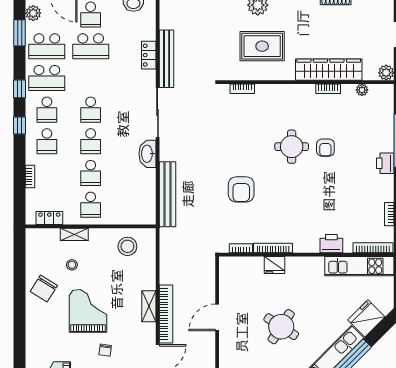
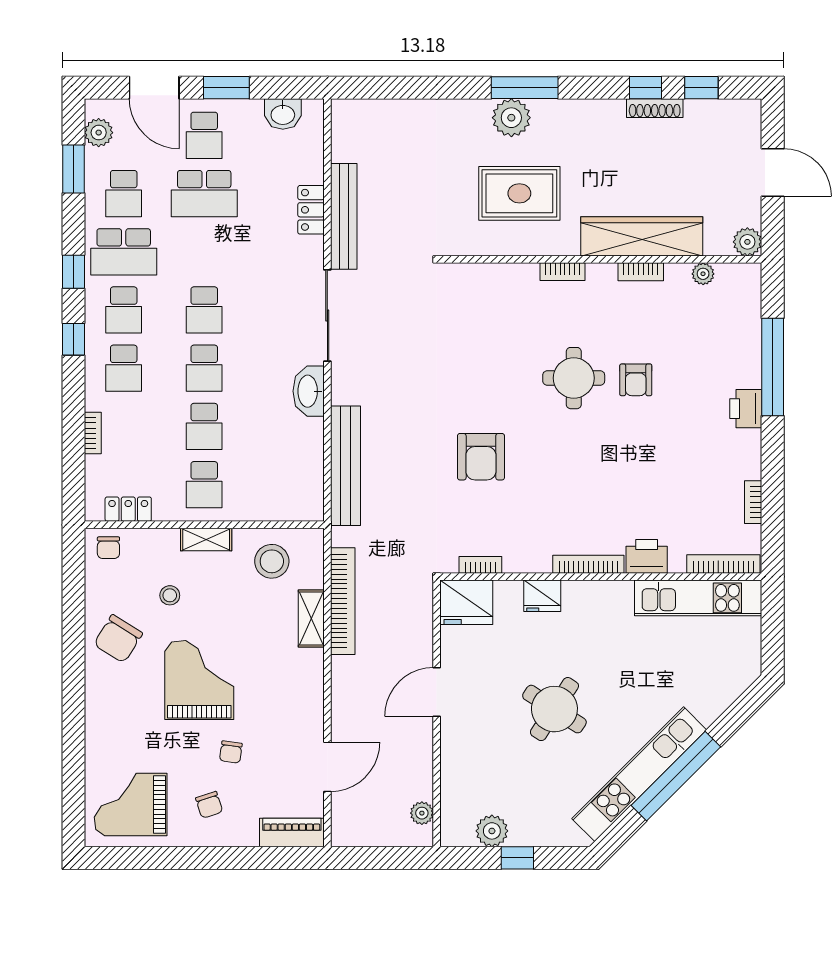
school desk: (47, 46) -> (124, 194), width x0.54
bookcase: (242, 89) -> (563, 272), moved
shelving: (74, 234) -> (206, 539), moved
chair: (39, 239) -> (108, 548), added
bookcase: (273, 248) -> (588, 564), moved
shelving: (149, 306) -> (311, 618), moved
bookcase: (166, 314) -> (343, 601), moved
fridge: (366, 318) -> (466, 602), moved, turned -135

